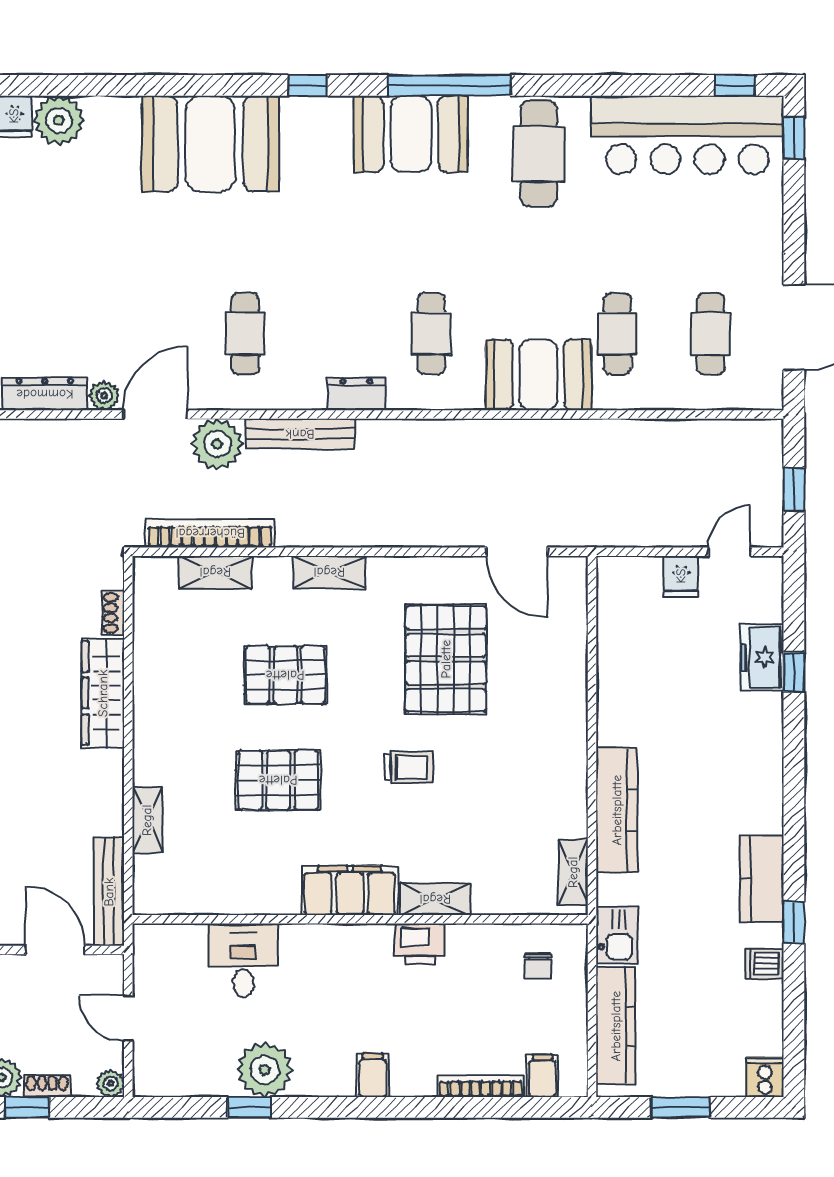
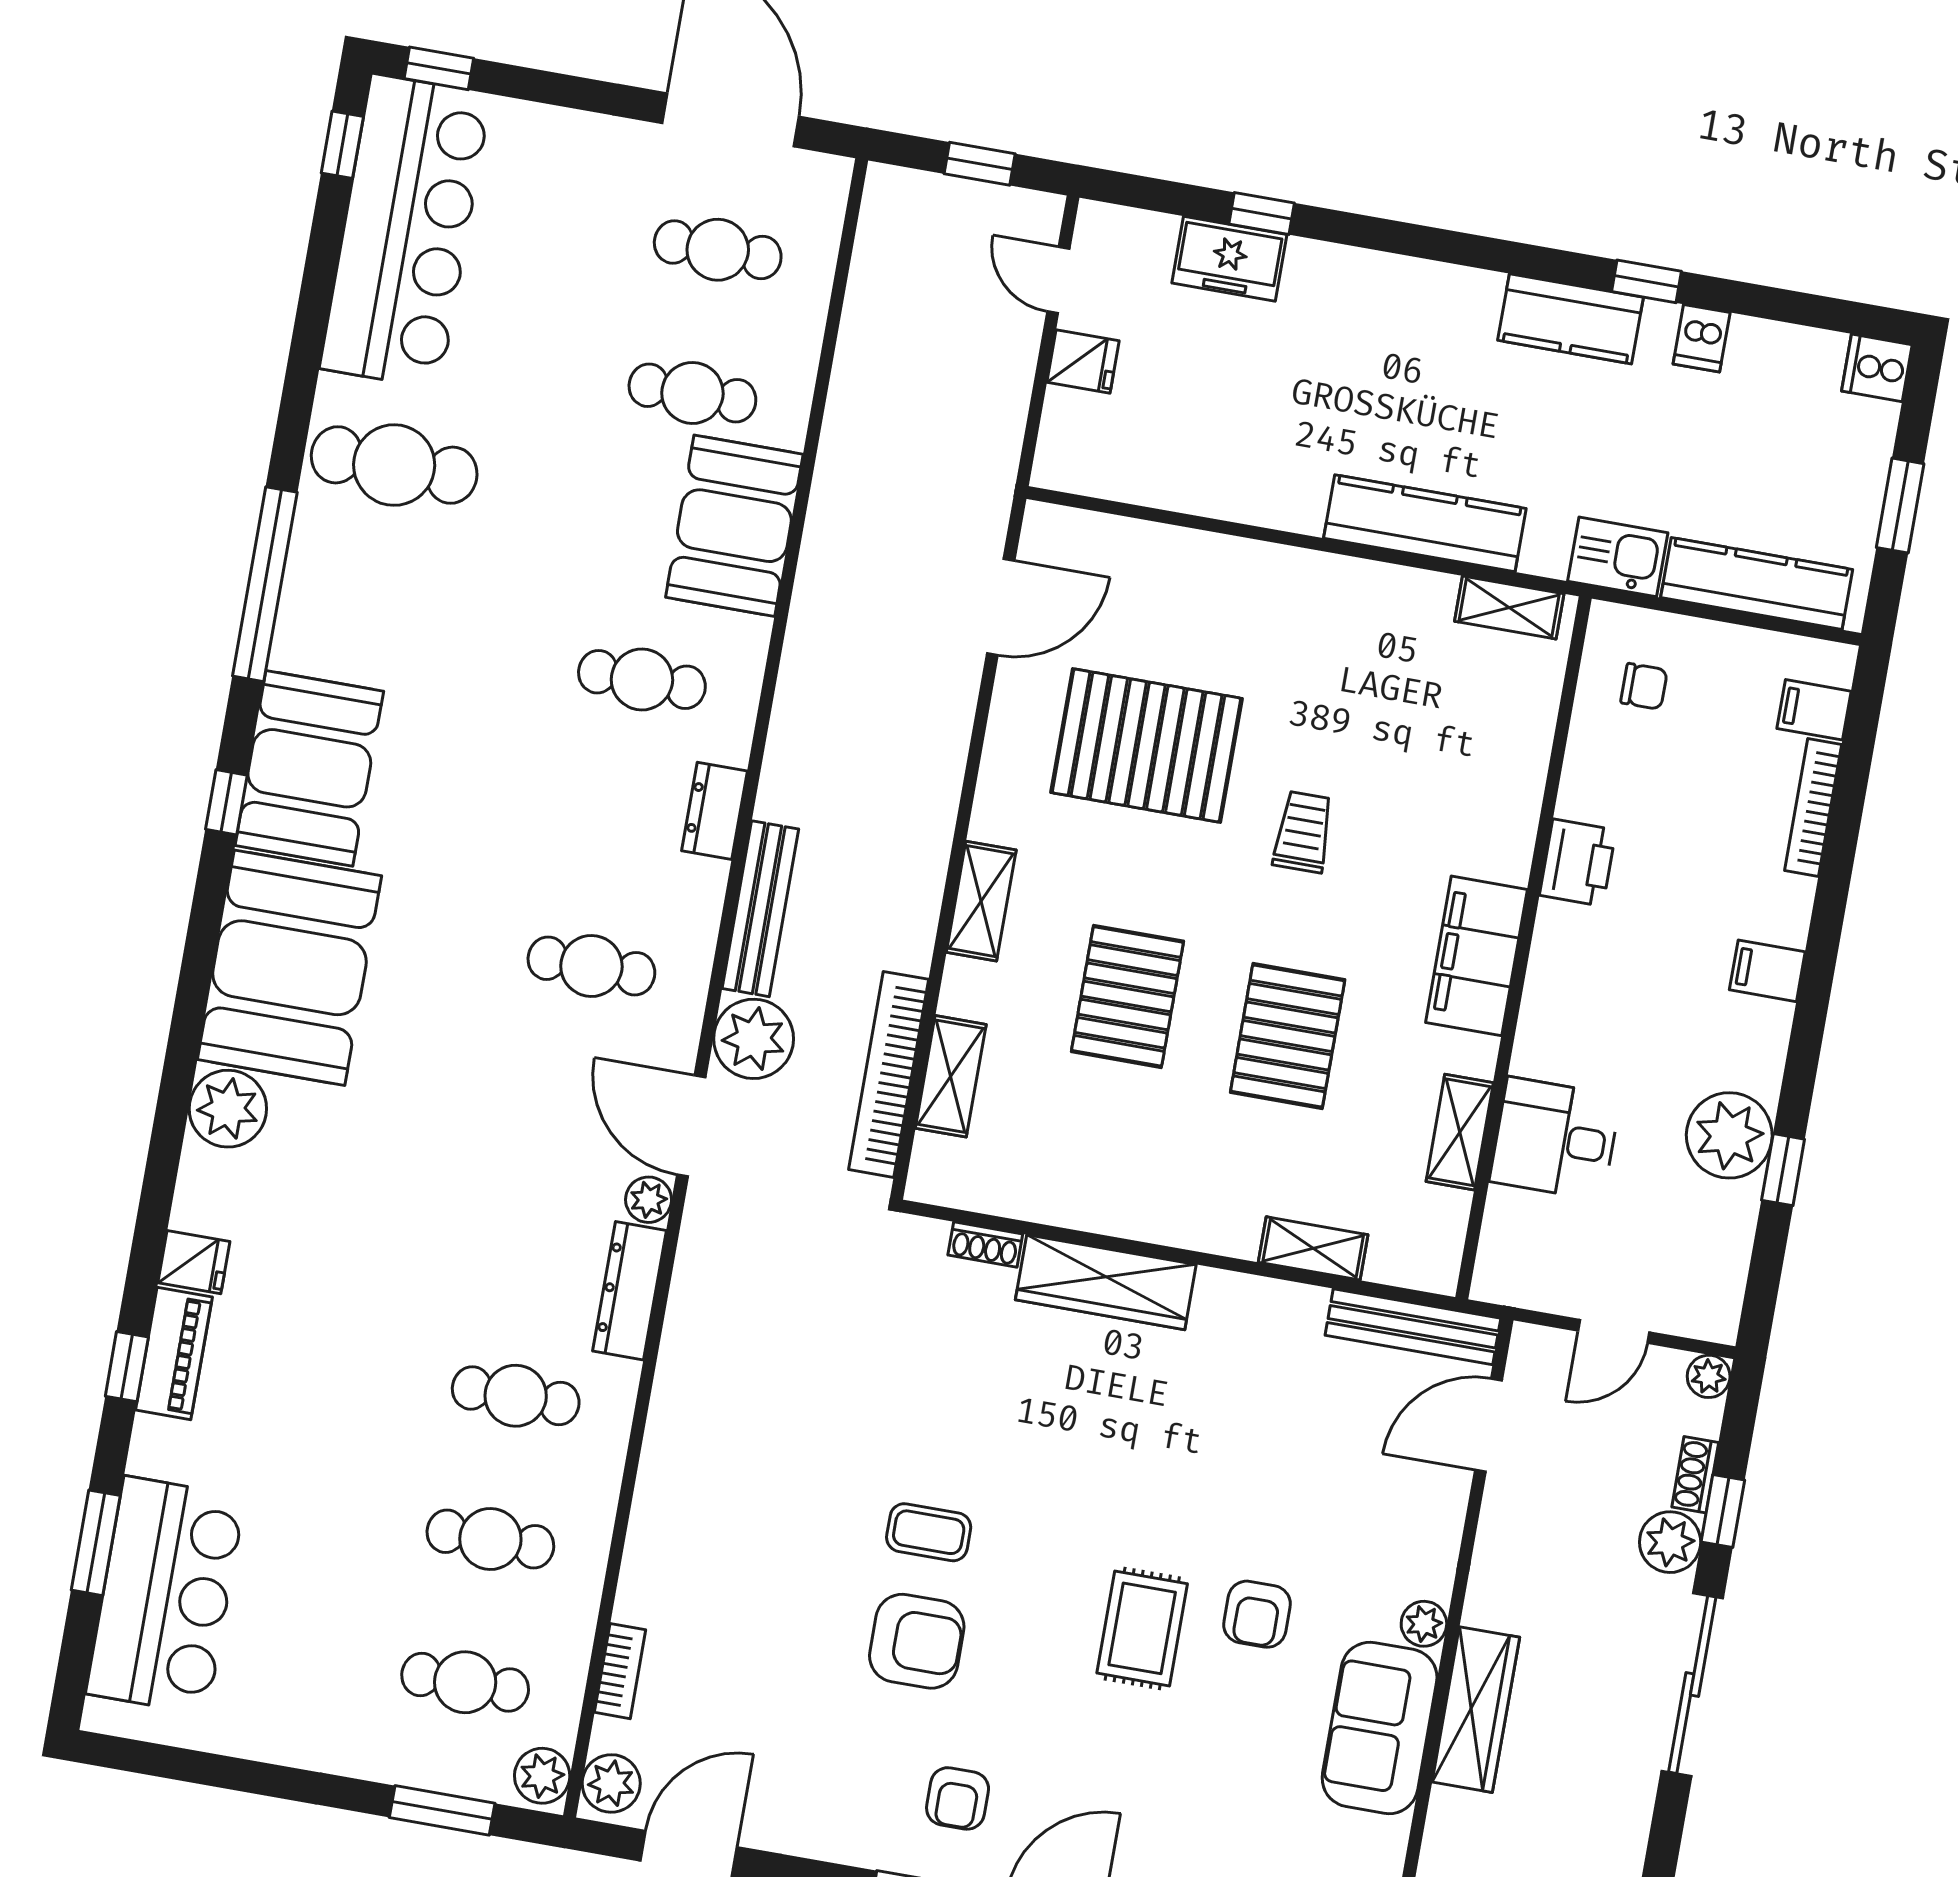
plant: (59, 120) -> (228, 1109), moved
booth: (411, 134) -> (309, 768), moved
shelving: (435, 899) -> (1460, 1132), moved

